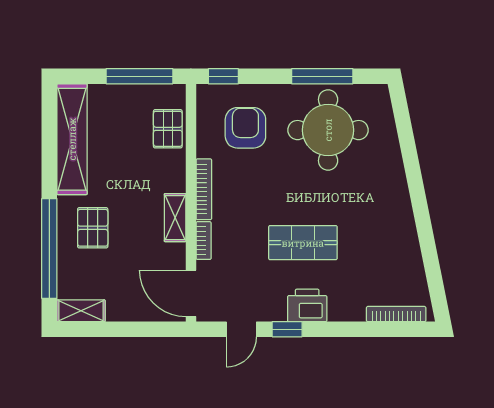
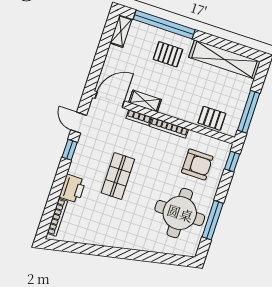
shelving: (175, 218) -> (145, 101), moved
printer: (307, 305) -> (72, 189), moved

